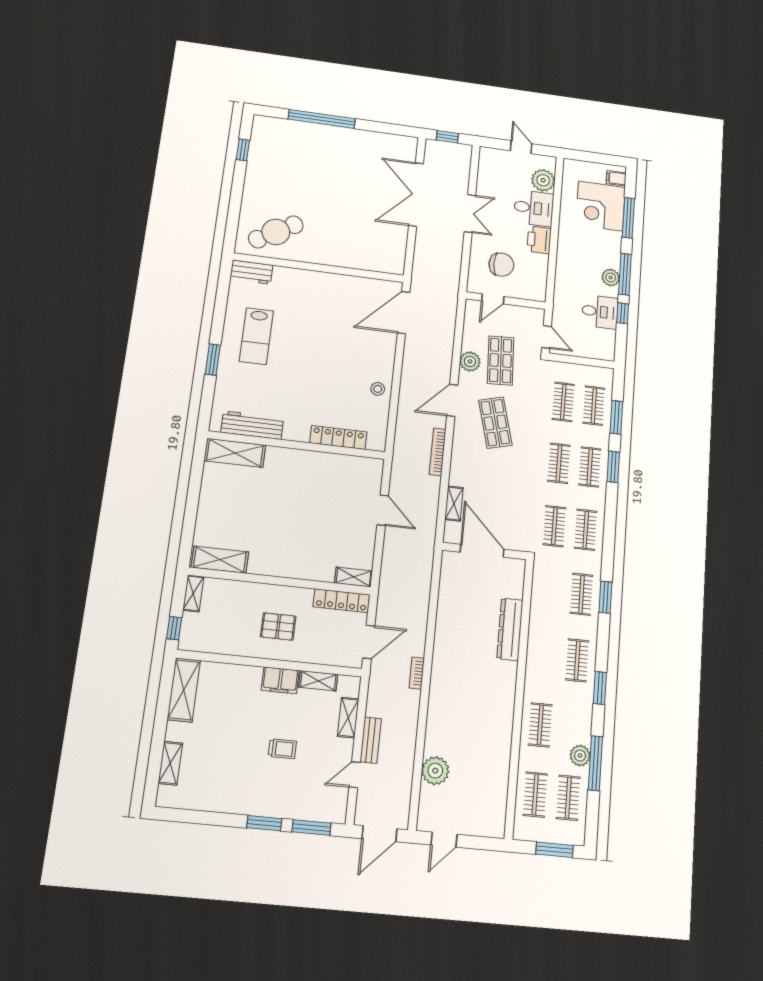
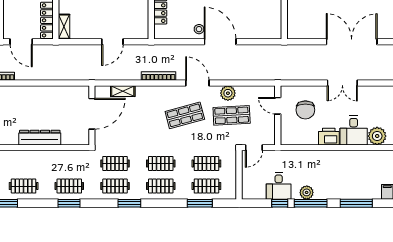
corner desk: (601, 206) -> (363, 181), removed
door: (404, 313) -> (220, 42), moved
window: (613, 467) -> (129, 203), moved

